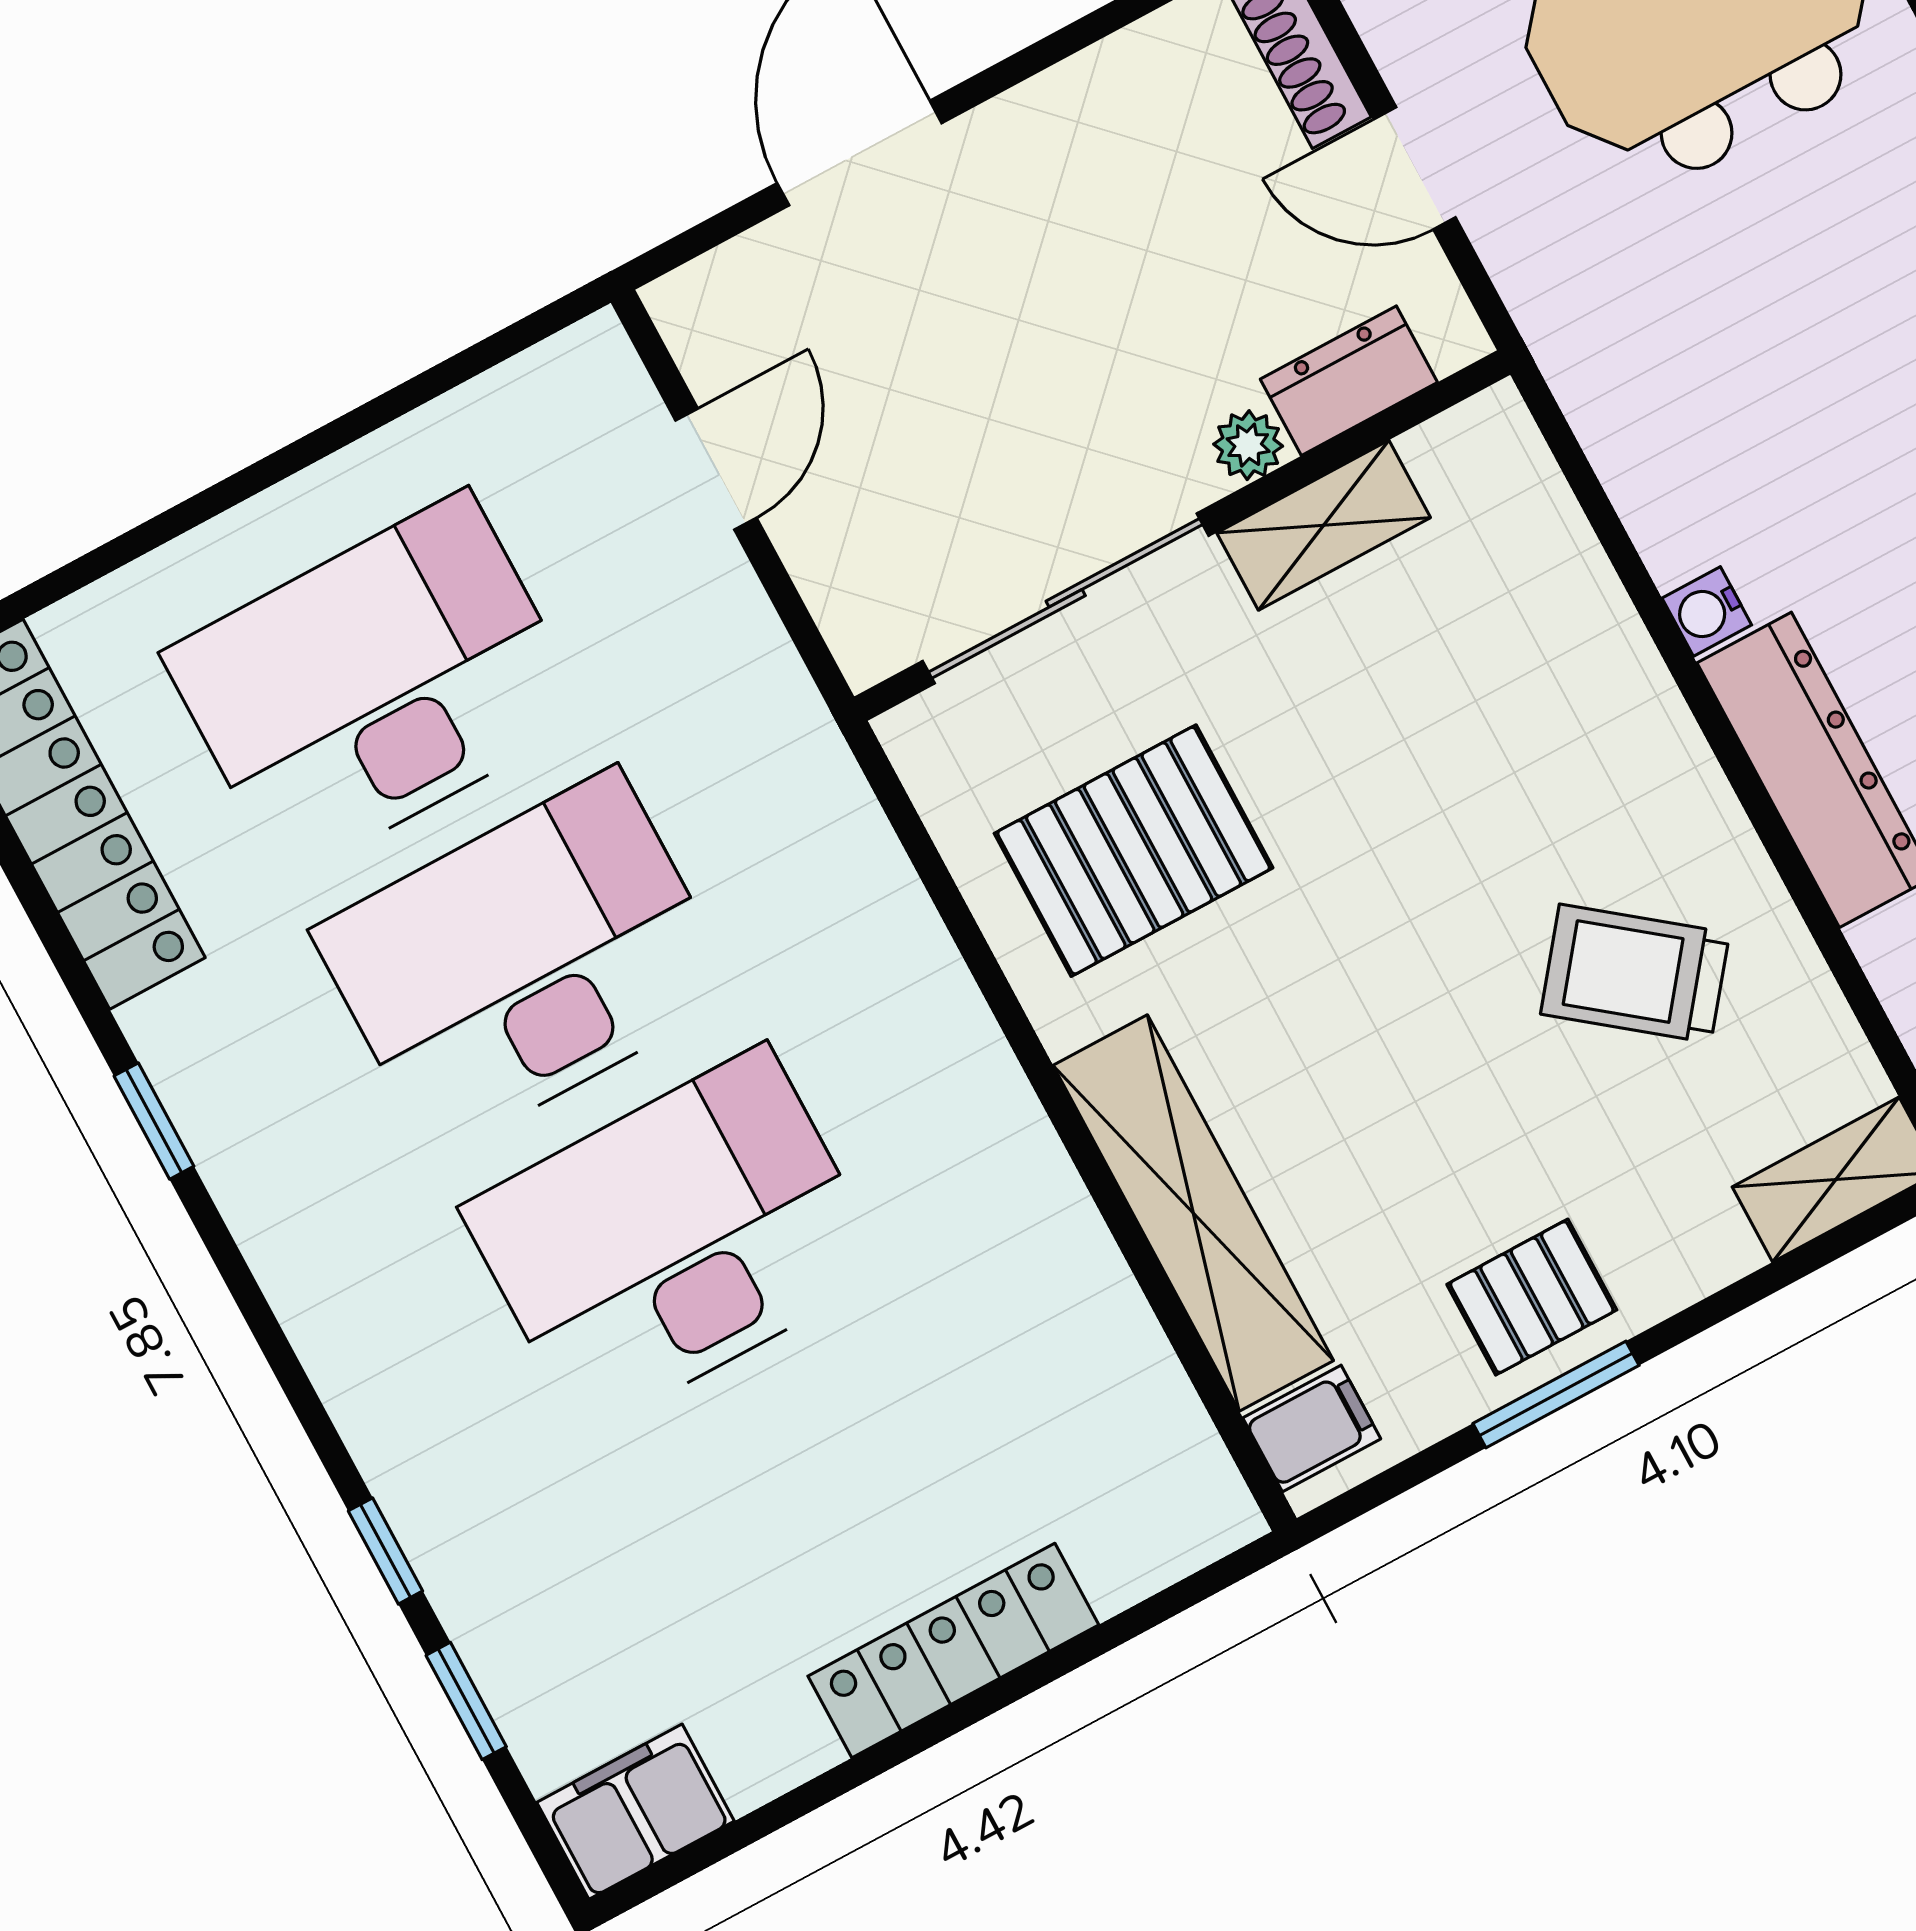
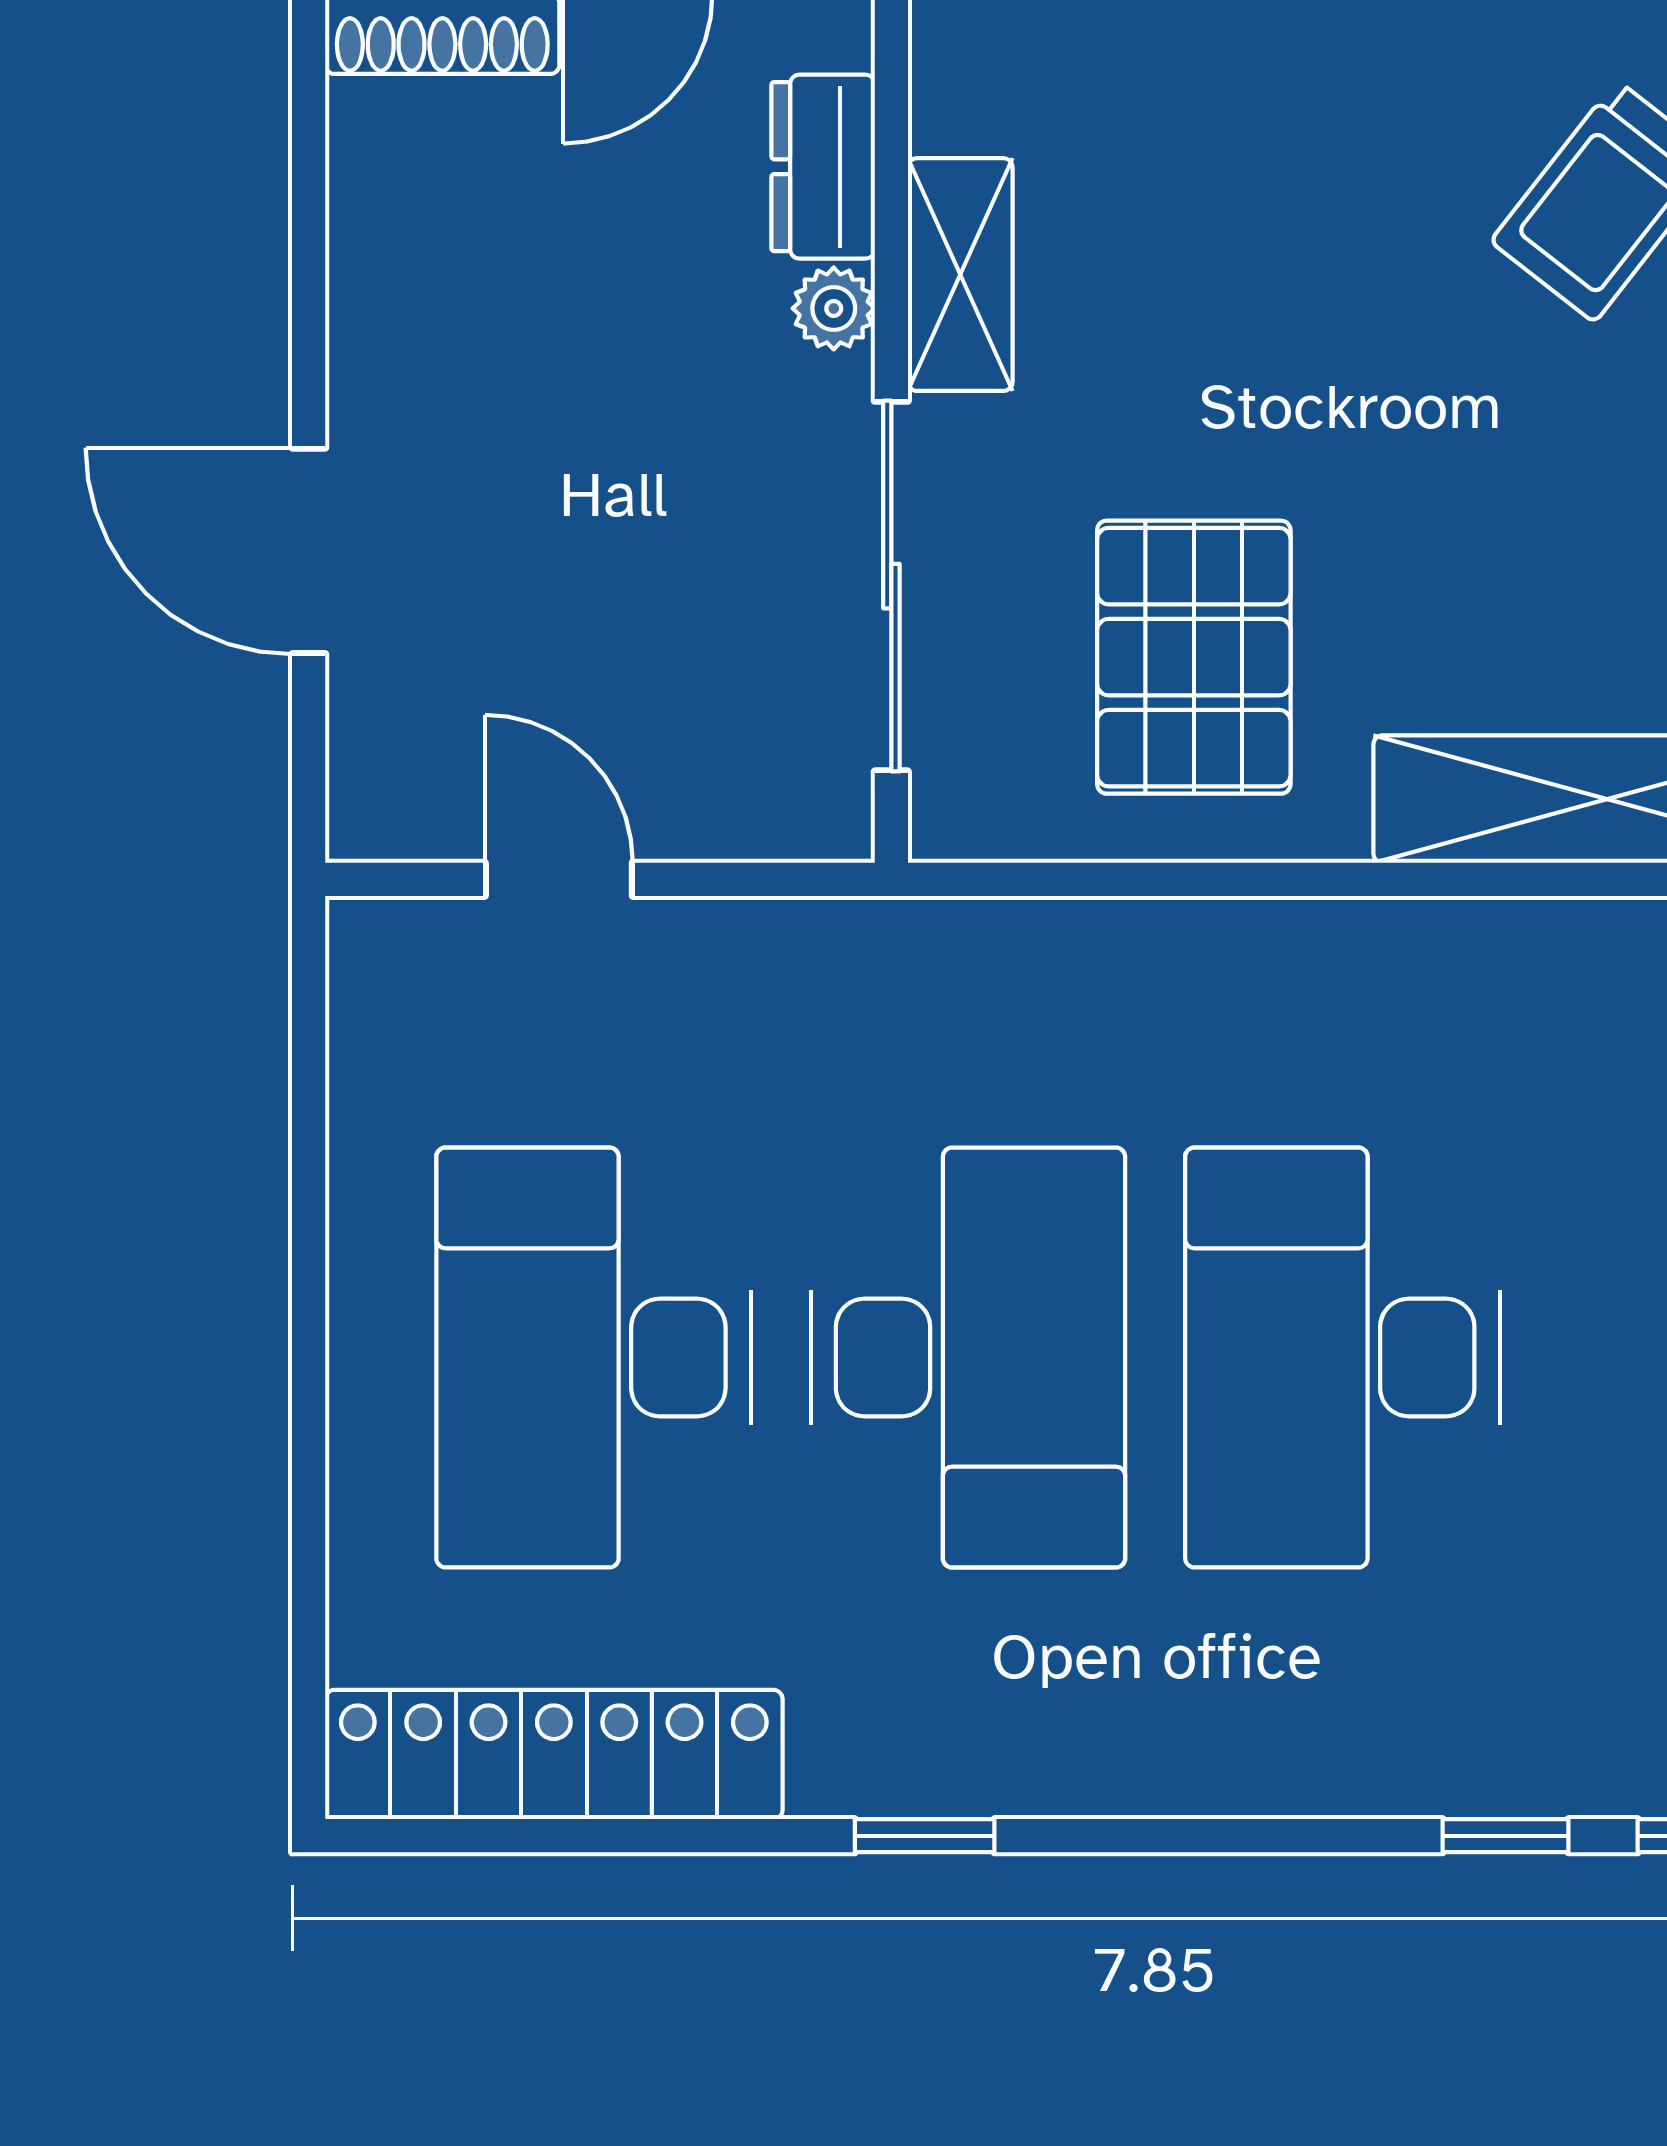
desk: (525, 963) -> (968, 1358), turned 180

